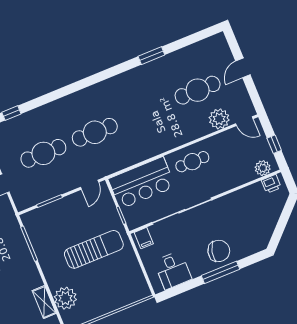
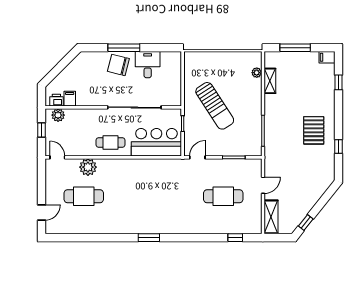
window: (151, 56) -> (149, 238), moved
door: (243, 68) -> (42, 213), moved
plant: (219, 119) -> (88, 167), moved
cafe table: (95, 132) -> (177, 196), removed
filing cabinet: (144, 238) -> (70, 99), moved
sun lounger: (94, 249) -> (215, 106), turned -123
desk: (173, 270) -> (148, 65), moved
plant: (65, 298) -> (257, 73), width x0.53, depth x0.53

